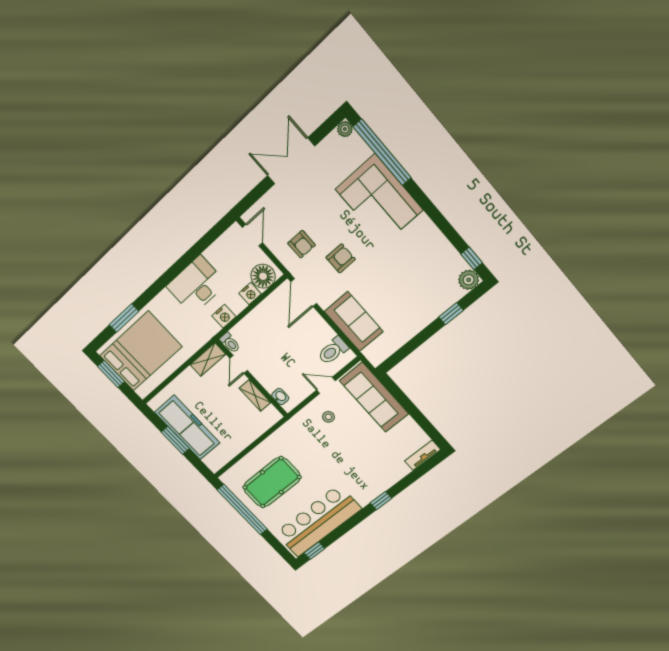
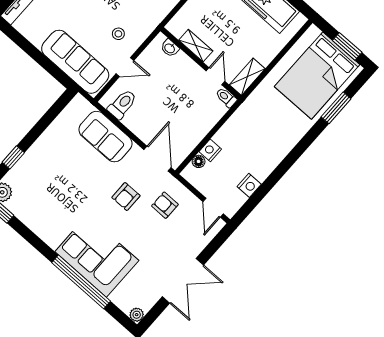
window: (382, 152) -> (81, 282), moved
floor lamp: (263, 276) -> (199, 161), width x0.53, depth x0.53
desk: (196, 285) -> (264, 152), removed
nightstand: (224, 316) -> (249, 185), moved, turned 180

